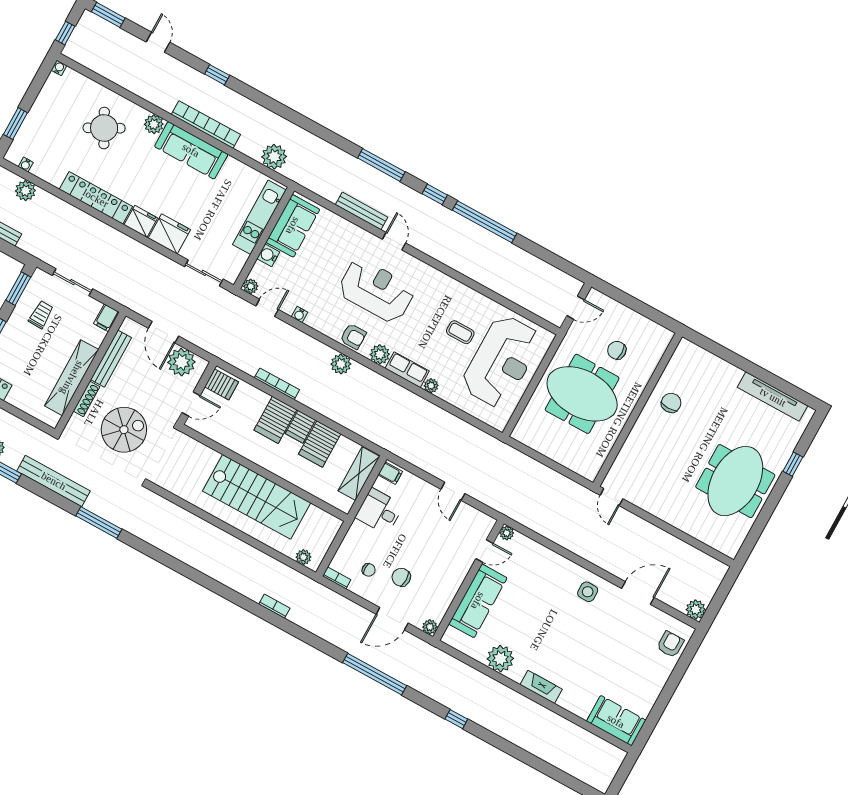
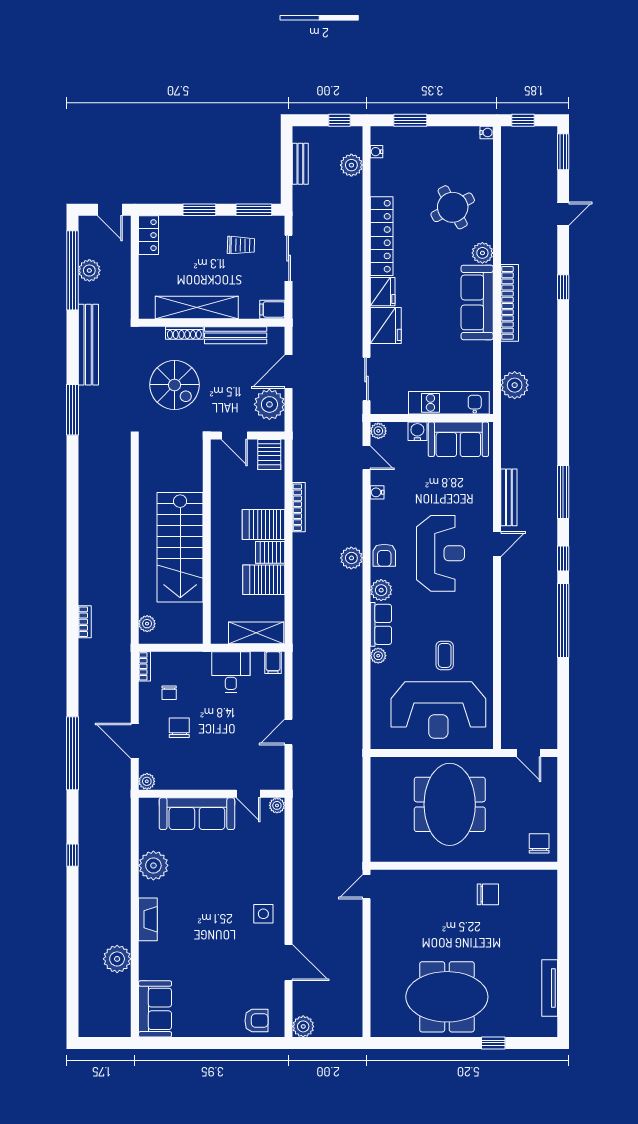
chair: (617, 350) -> (539, 843), moved
tv unit: (773, 397) -> (550, 988), width x0.73, depth x0.78
plant: (559, 729) -> (117, 959), added

